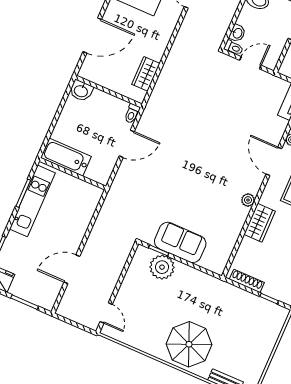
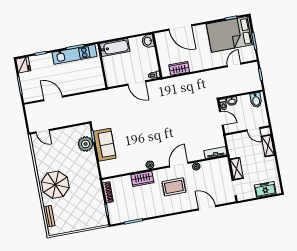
bathtub: (66, 157) -> (115, 48), moved, turned 90
door: (106, 313) -> (43, 131), hinge flipped

